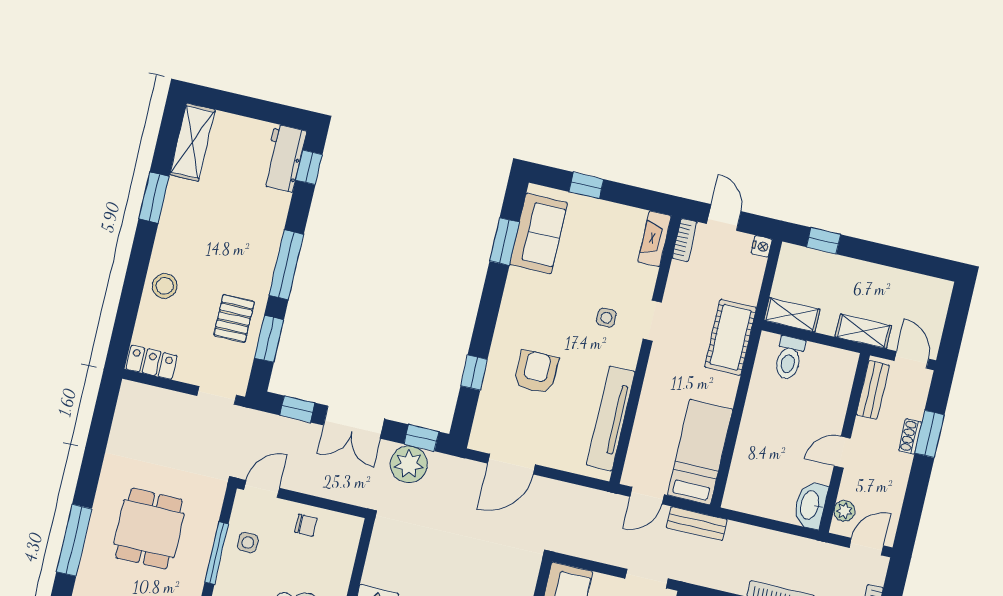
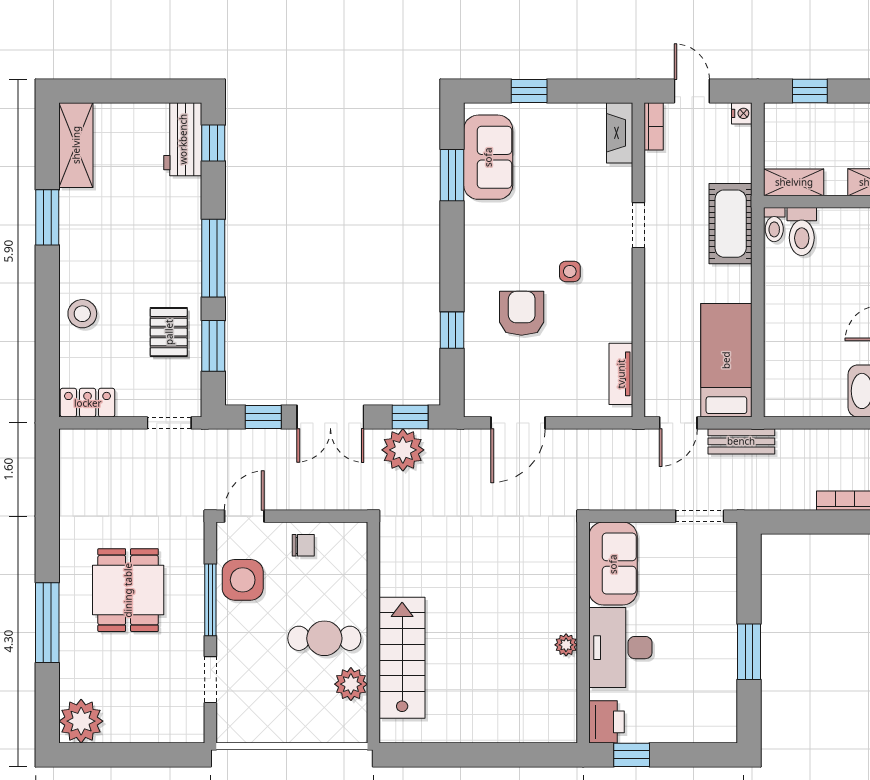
side table: (606, 318) -> (570, 271), moved
toilet: (767, 347) -> (774, 225), added
tv unit: (611, 418) -> (621, 374), width x0.52, depth x0.78
side table: (248, 543) -> (243, 580), width x1.87, depth x1.87

